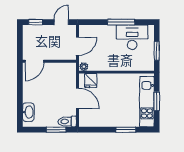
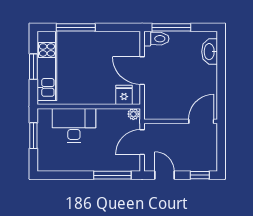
door: (61, 22) -> (165, 175), swing flipped
window: (121, 22) -> (112, 175), moved
desk: (132, 37) -> (74, 125), moved, turned 180
window: (56, 130) -> (171, 27), width x1.44
window: (126, 130) -> (76, 27), width x1.44

